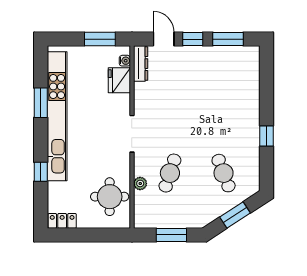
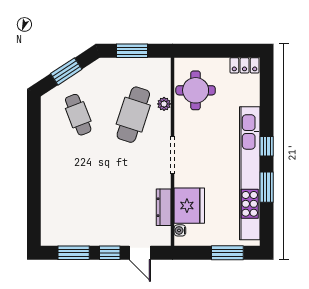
window: (100, 39) -> (227, 253), moved
dresser: (141, 64) -> (164, 207), moved
fridge: (119, 80) -> (189, 206), width x1.36, depth x1.34
window: (266, 136) -> (34, 153), removed
window: (41, 172) -> (267, 146), moved
cafe table: (170, 173) -> (133, 115), width x1.37, depth x1.35

